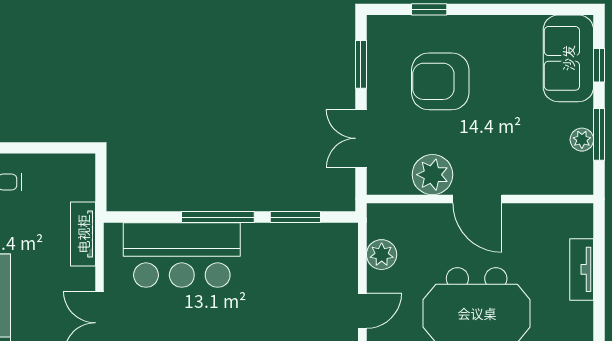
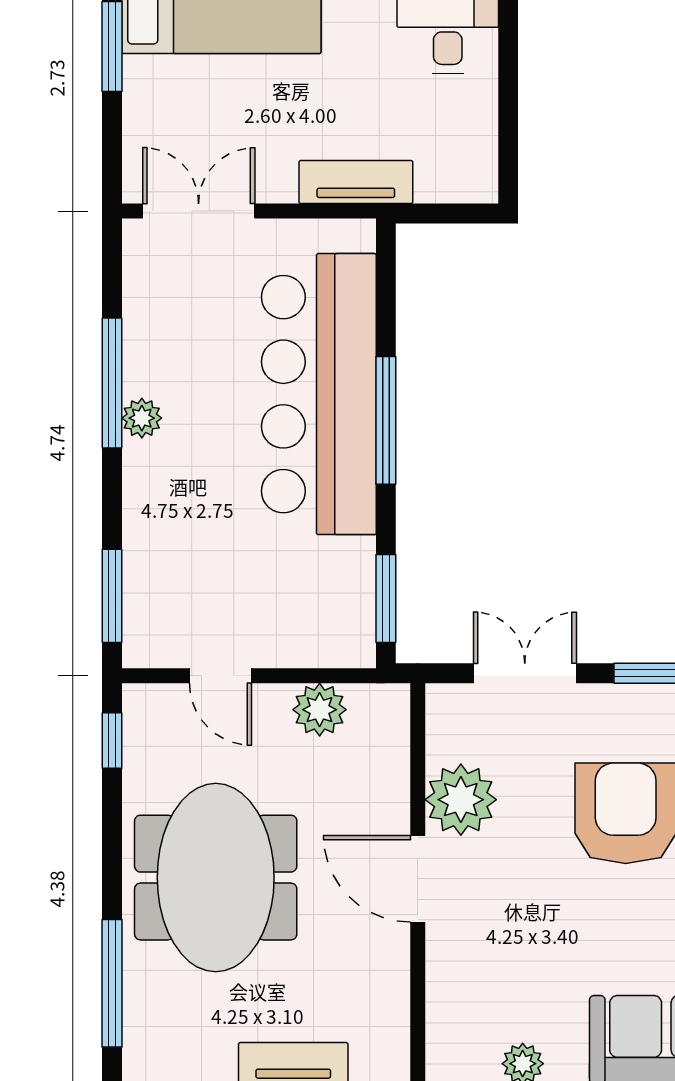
door: (477, 199) -> (418, 879), hinge flipped
window: (295, 217) -> (386, 598), moved
bar counter: (182, 255) -> (319, 394), width x1.36

